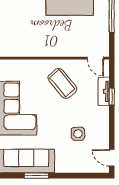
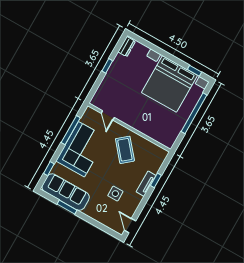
door: (95, 58) -> (108, 115), moved
tv unit: (104, 91) -> (146, 184), moved

